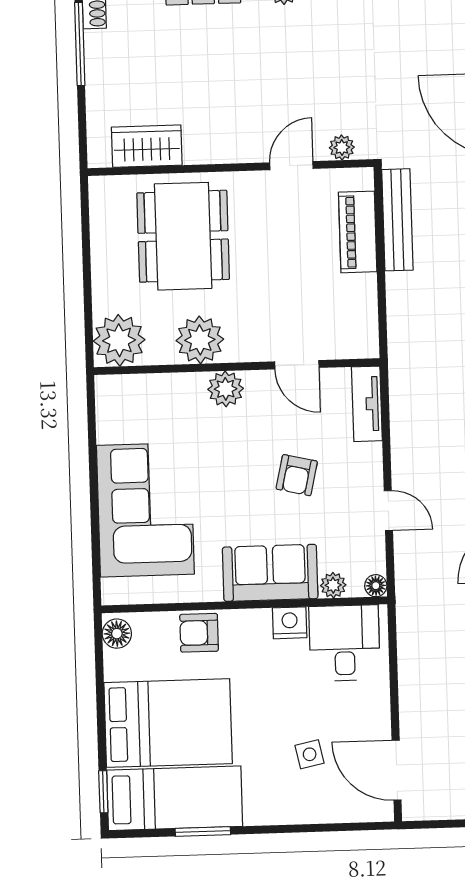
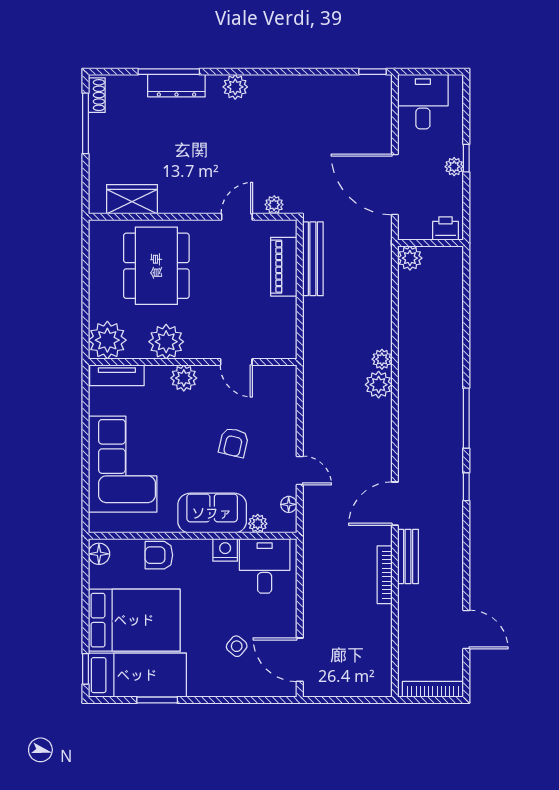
tv unit: (367, 404) -> (117, 375), moved, turned -90
floor lamp: (376, 586) -> (289, 504), moved
side table: (310, 754) -> (237, 646), turned -38

